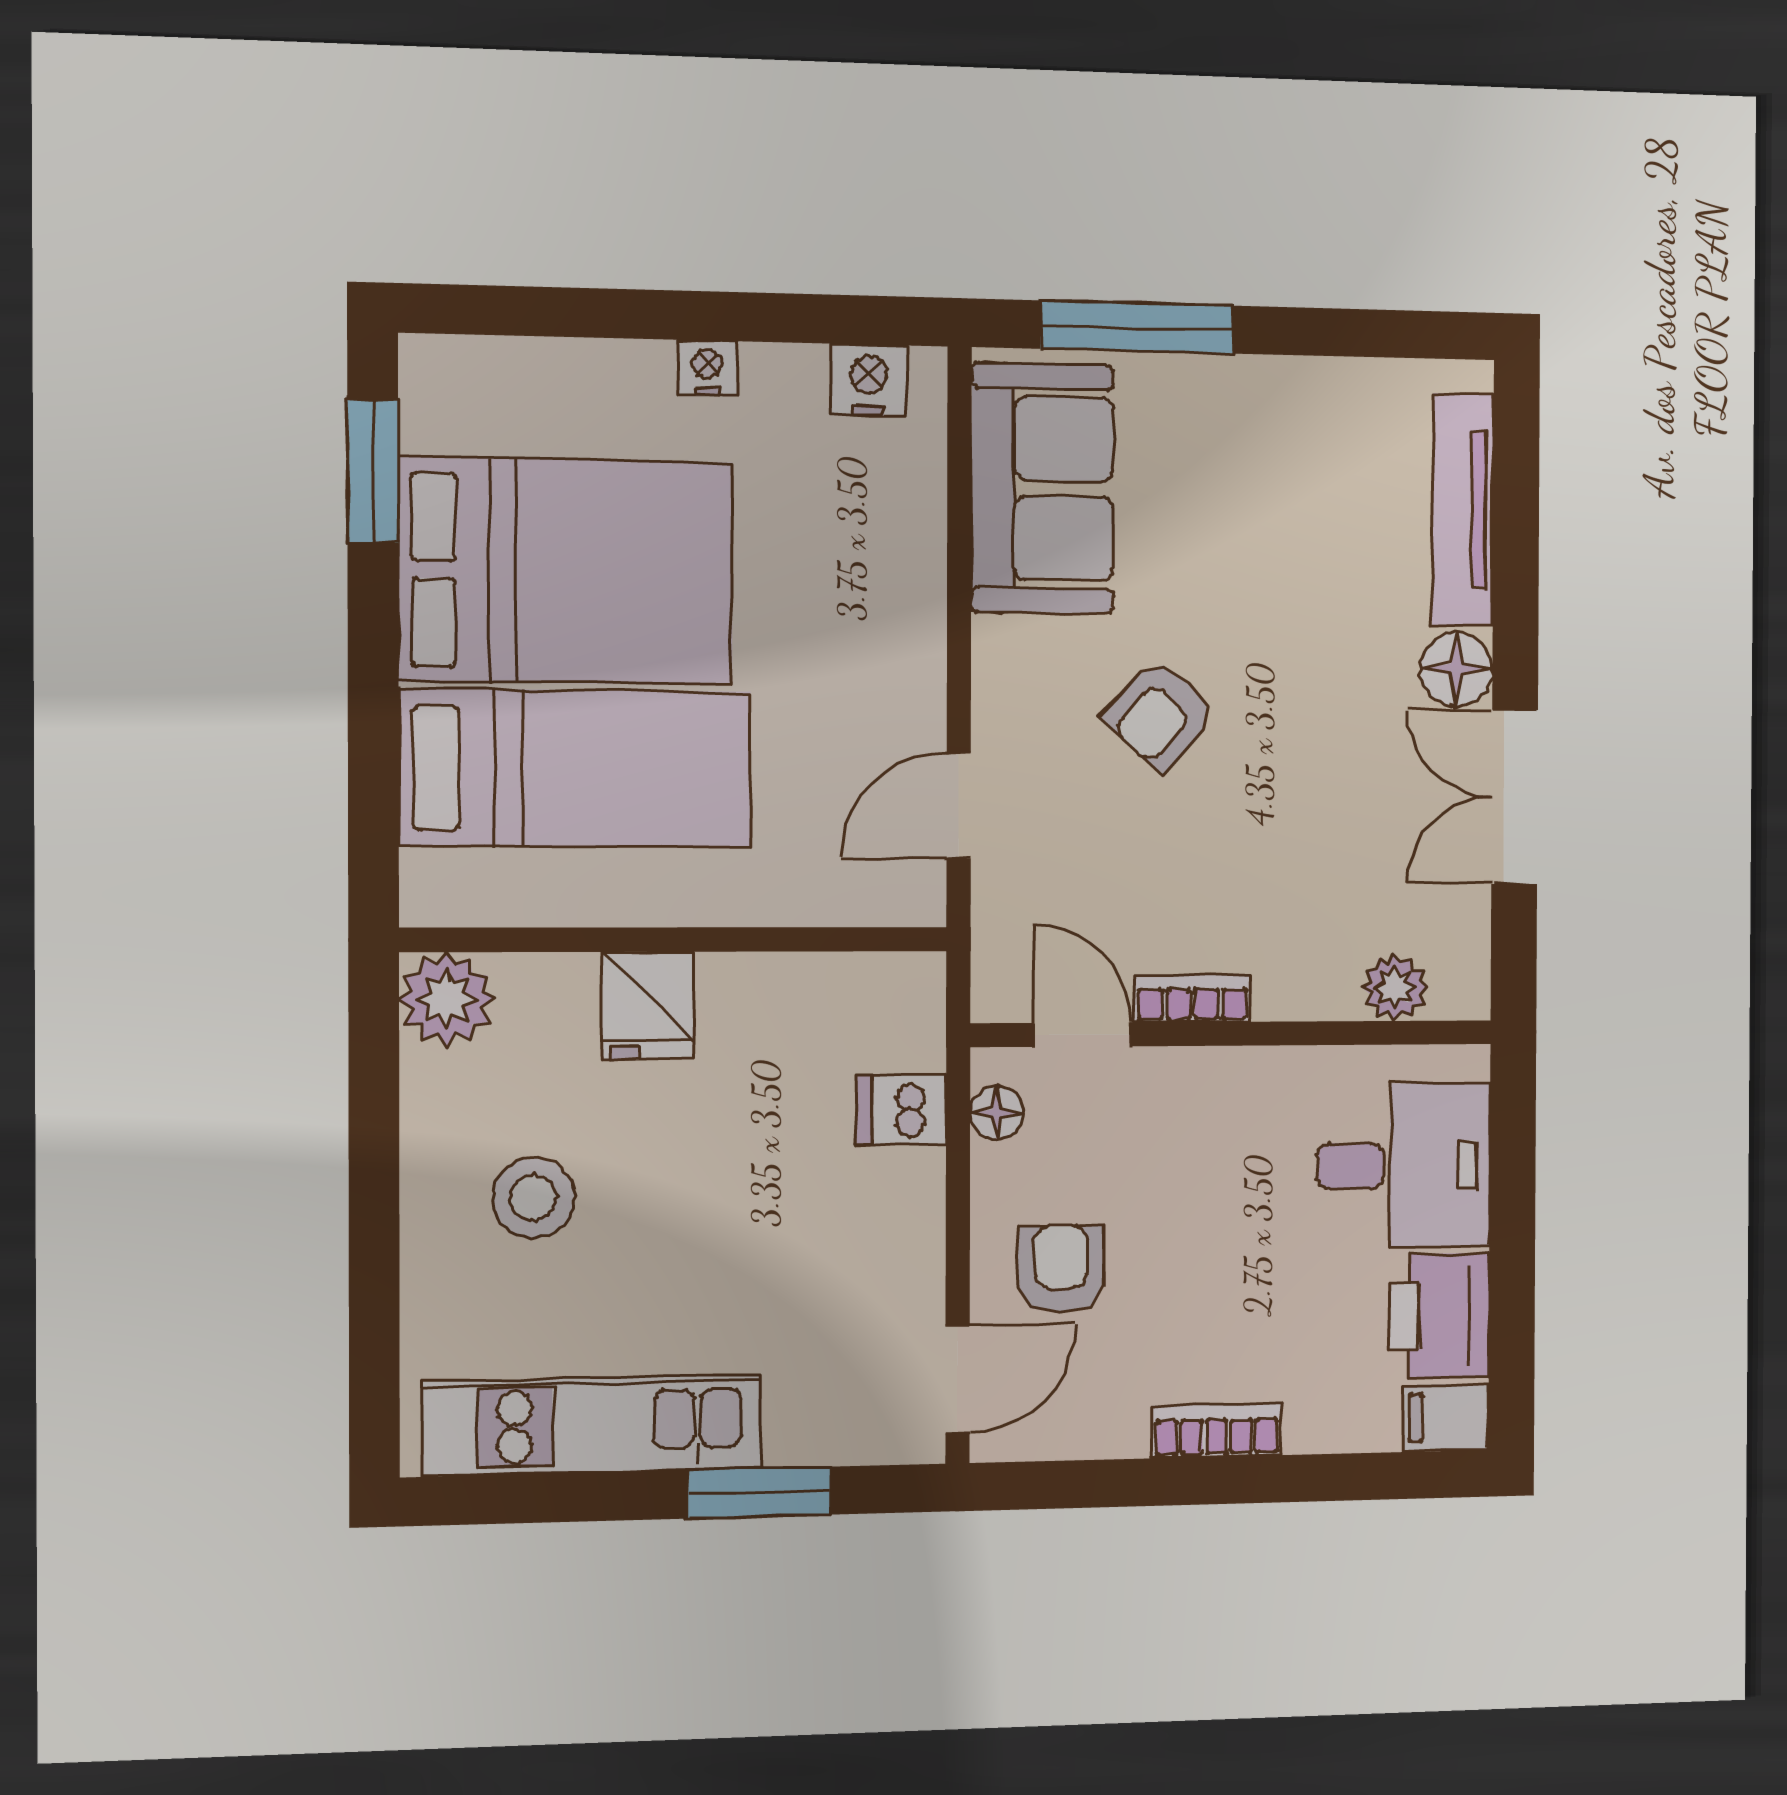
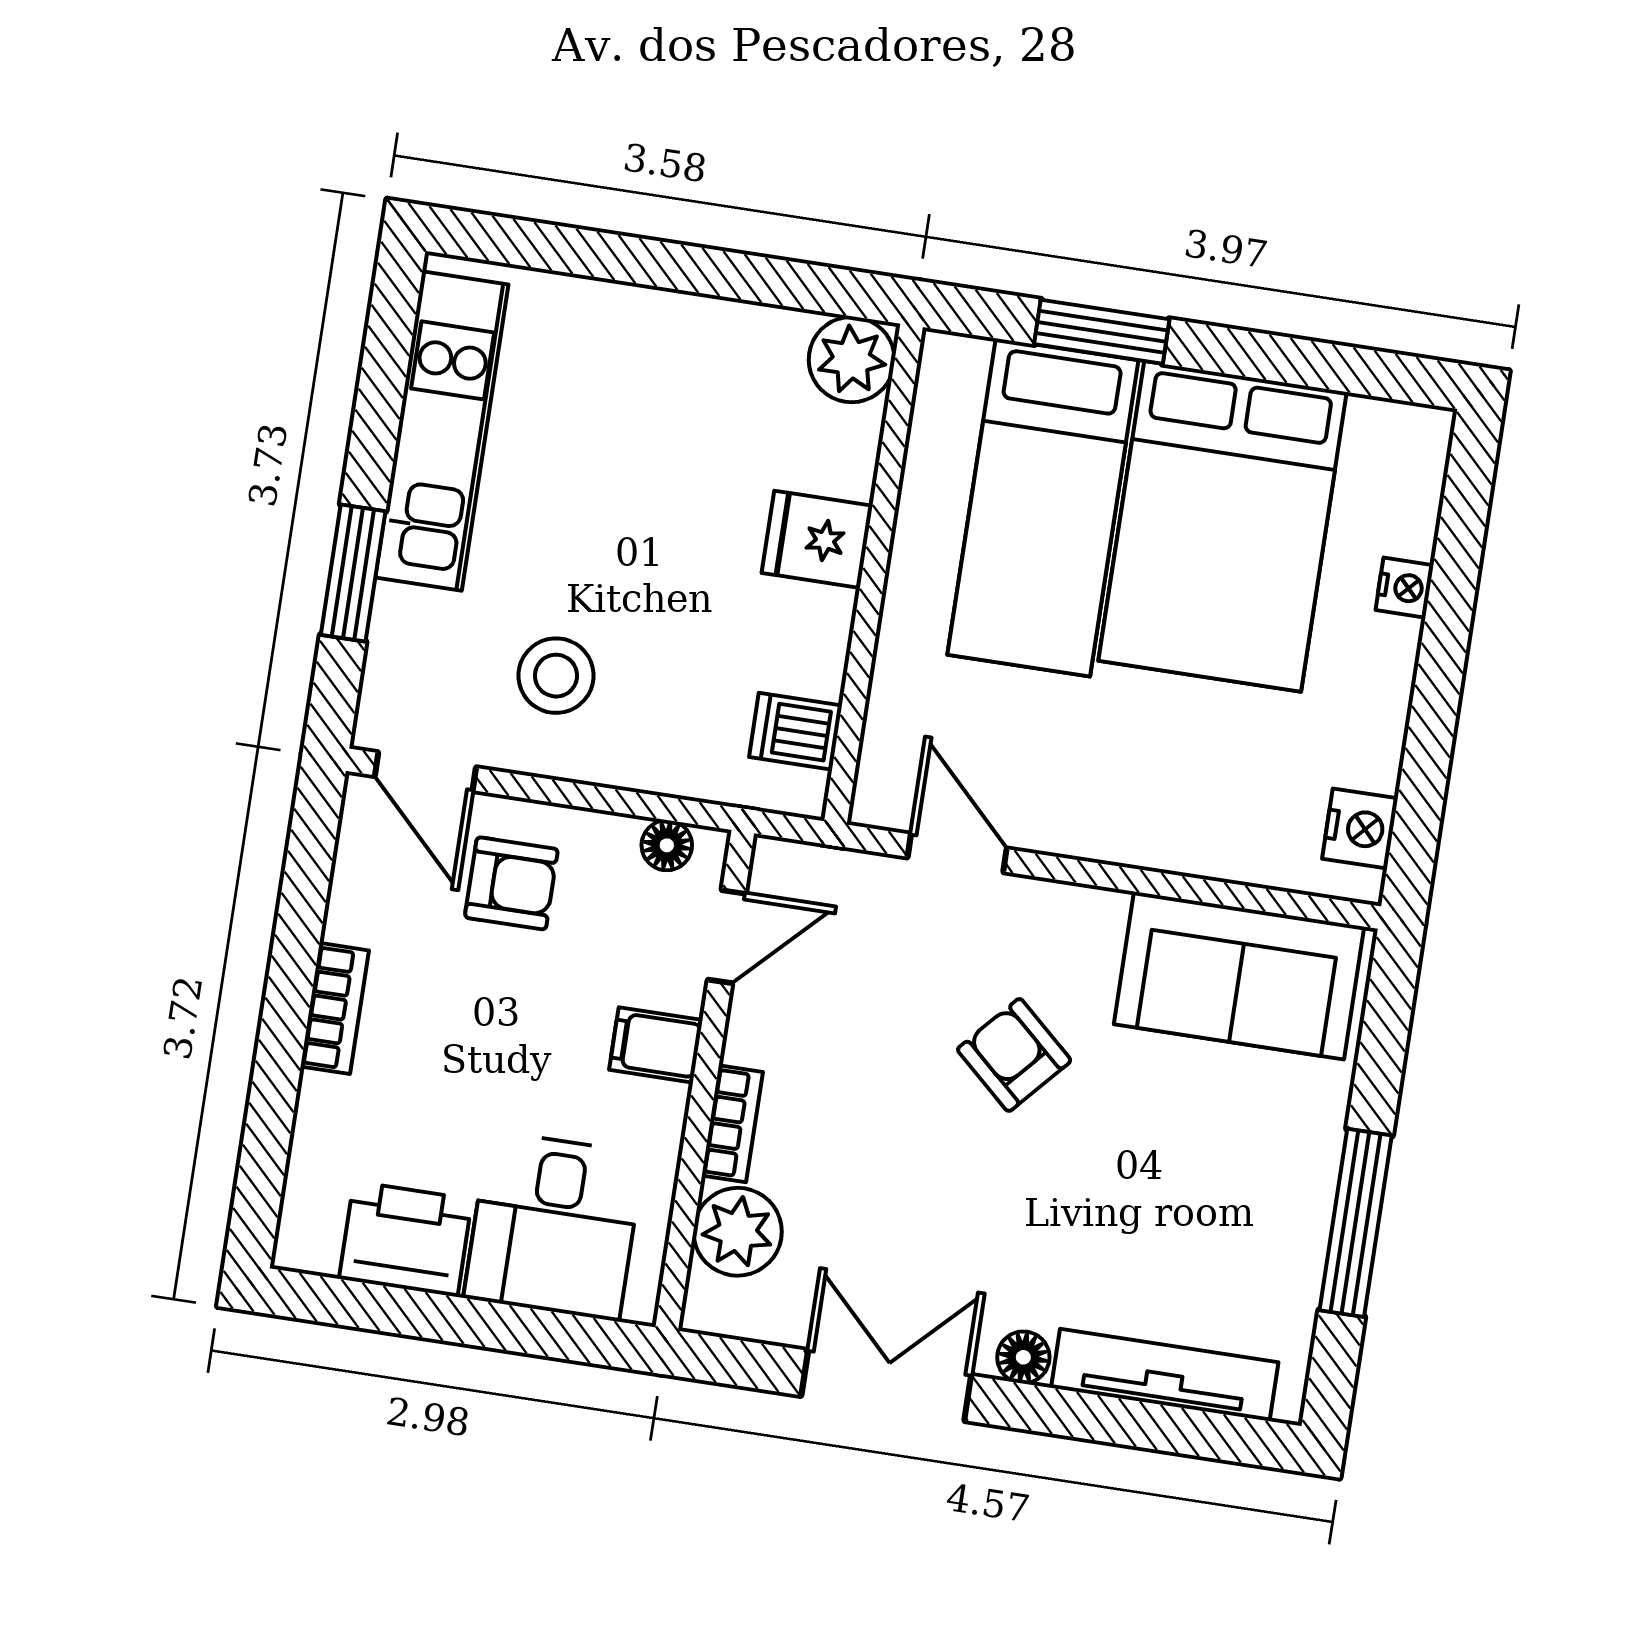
window: (1137, 327) -> (1356, 1223), moved
nightstand: (708, 368) -> (1405, 588), moved
window: (373, 471) -> (1102, 332), moved
floor lamp: (1456, 669) -> (1023, 1357), width x0.73, depth x0.73
plant: (1395, 987) -> (738, 1232), width x1.38, depth x1.38
bookcase: (1192, 998) -> (732, 1124), moved
dishwasher: (901, 1109) -> (796, 731), moved, turned -90
stool: (533, 1198) -> (556, 676), moved
filing cabinet: (1446, 1417) -> (656, 1045), moved, turned -90

